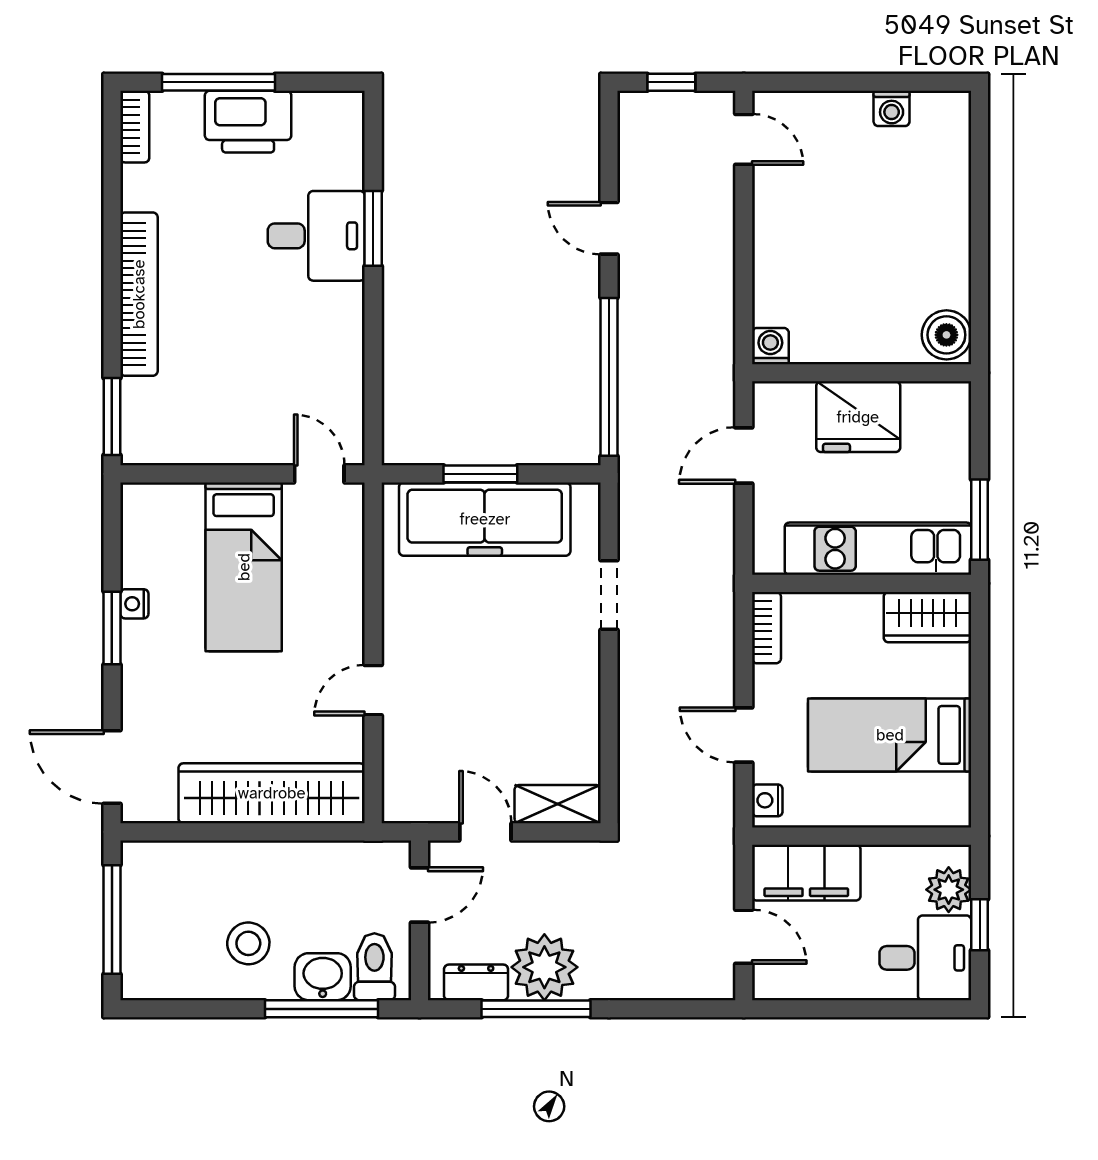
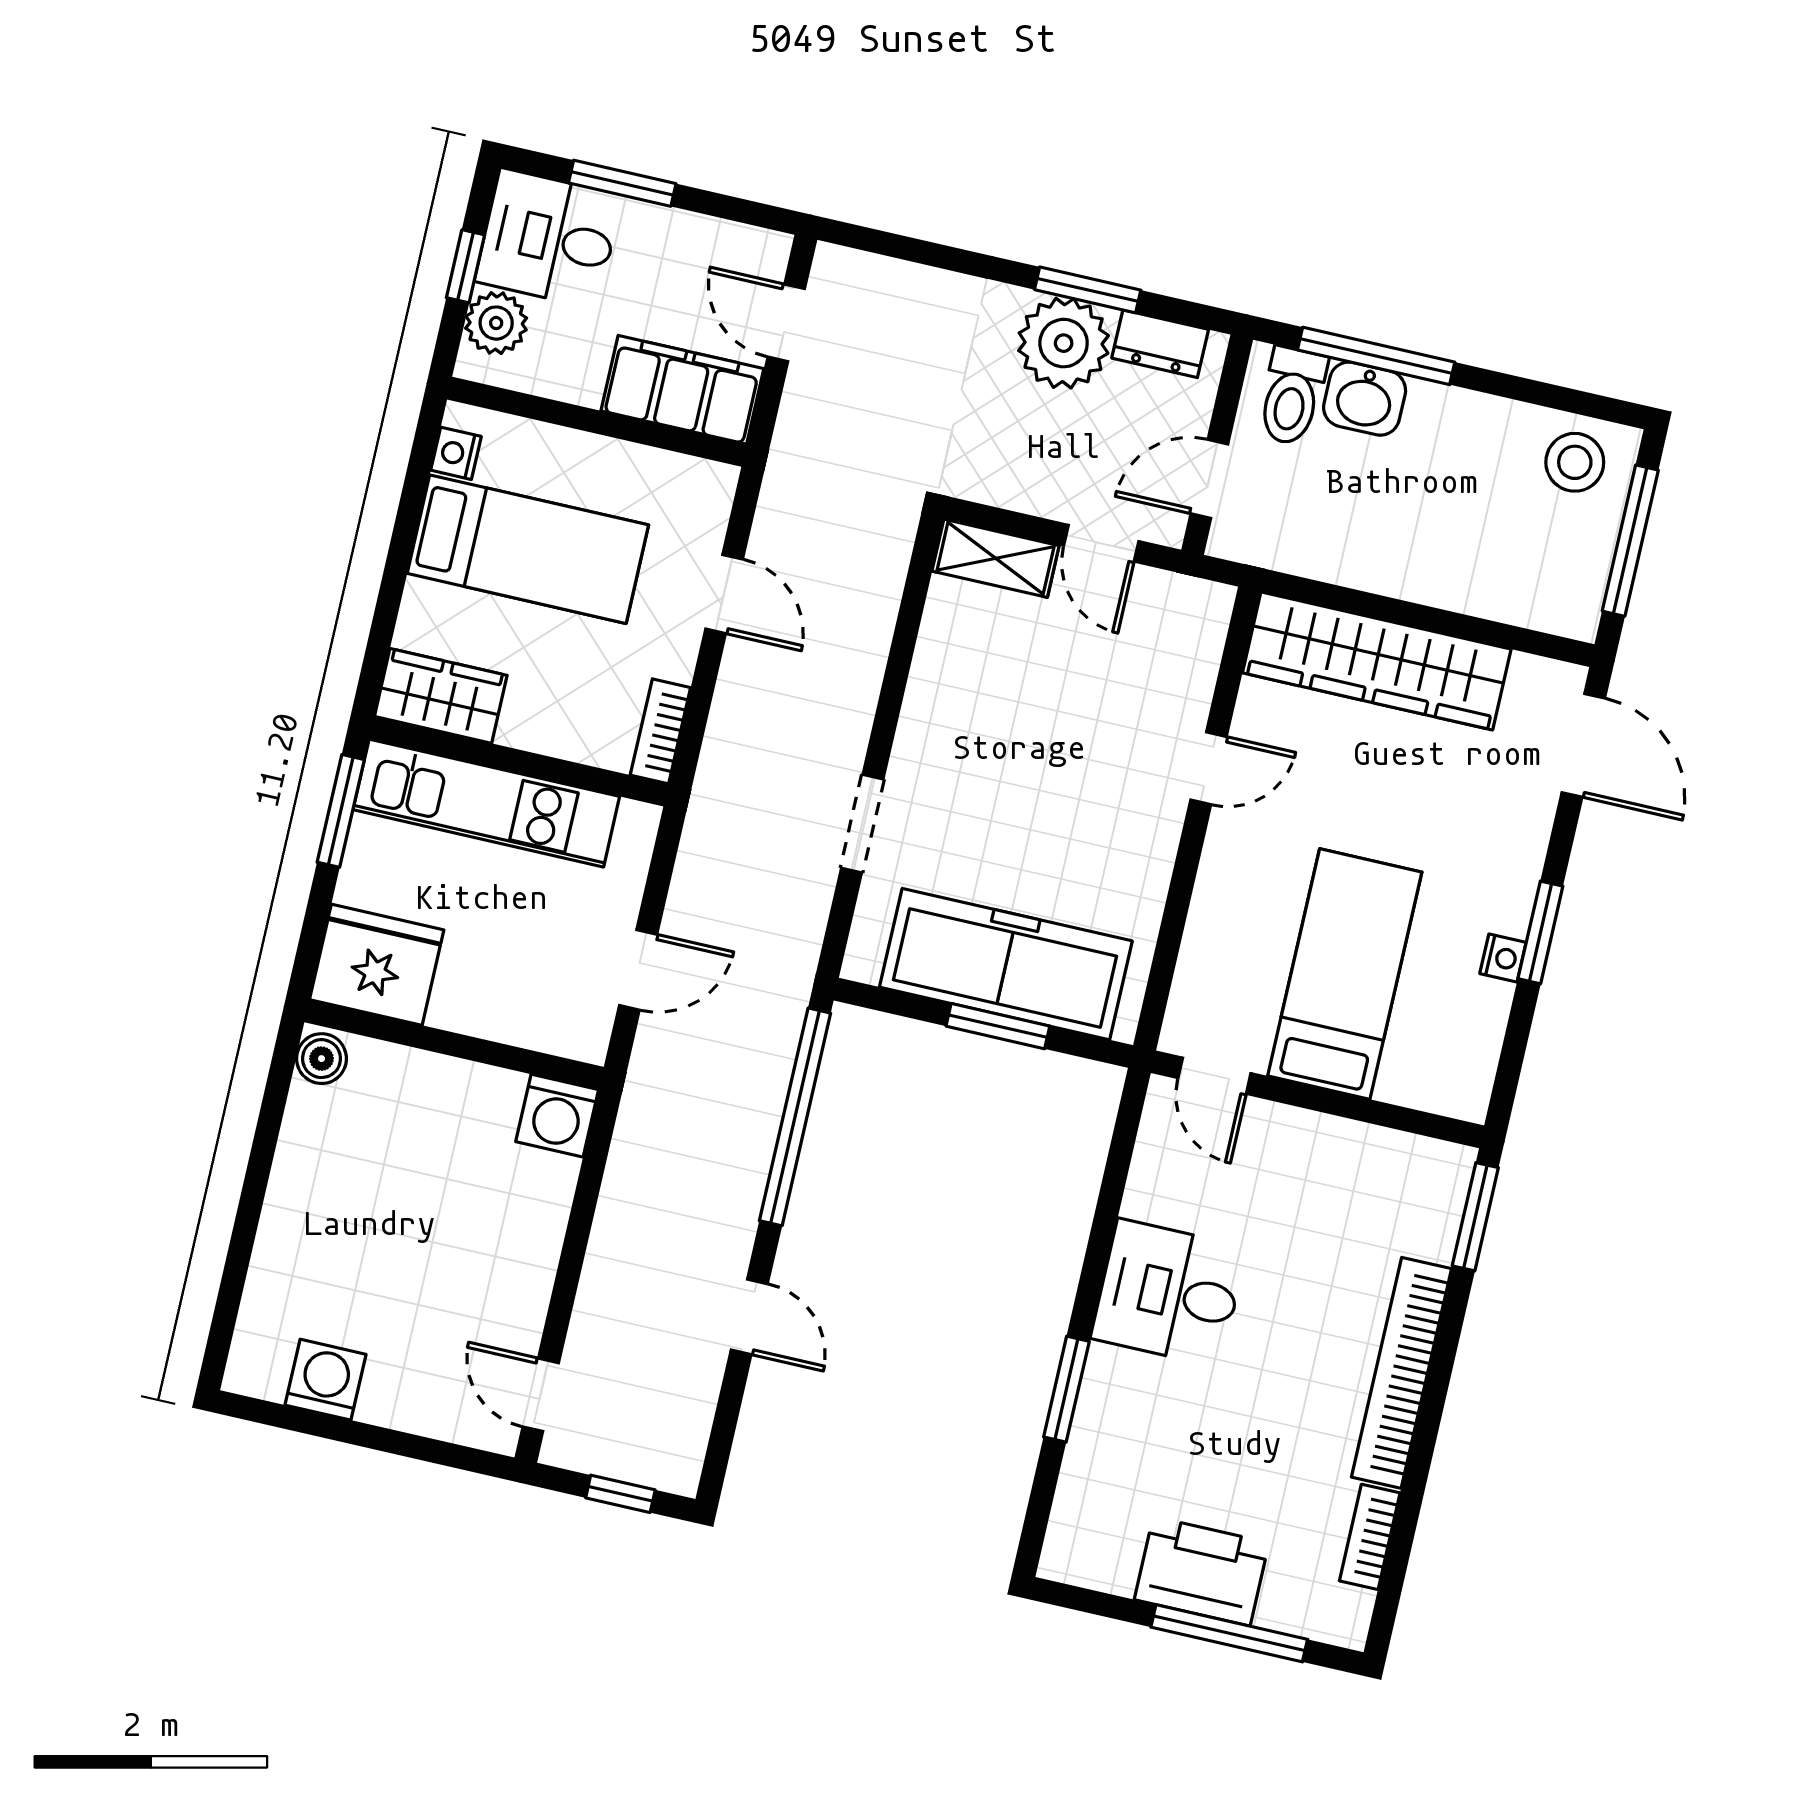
washing machine: (892, 108) -> (326, 1380), width x1.38, depth x1.38
bookcase: (135, 127) -> (1370, 1537), moved
desk: (316, 236) -> (1169, 1293), moved
boiler: (946, 335) -> (322, 1059), width x0.73, depth x0.73
washing machine: (770, 346) -> (557, 1116), width x1.38, depth x1.38
fridge: (858, 417) -> (377, 965), moved
nightstand: (767, 800) -> (456, 453), moved, turned 180
stool: (248, 943) -> (1575, 462), moved
window: (536, 1009) -> (1088, 290), width x0.69
window: (882, 1009) -> (622, 183), added

